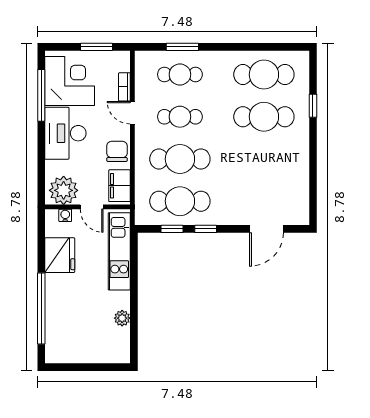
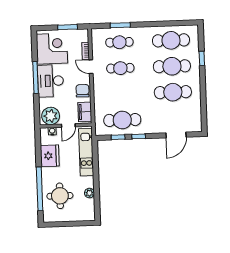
window: (41, 95) -> (36, 77), moved
cafe table: (180, 159) -> (173, 92), moved
door: (92, 207) -> (68, 125), hinge flipped
round table: (74, 321) -> (60, 196), added

